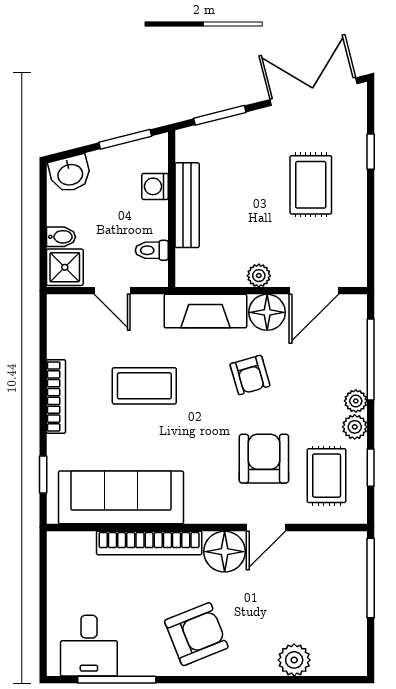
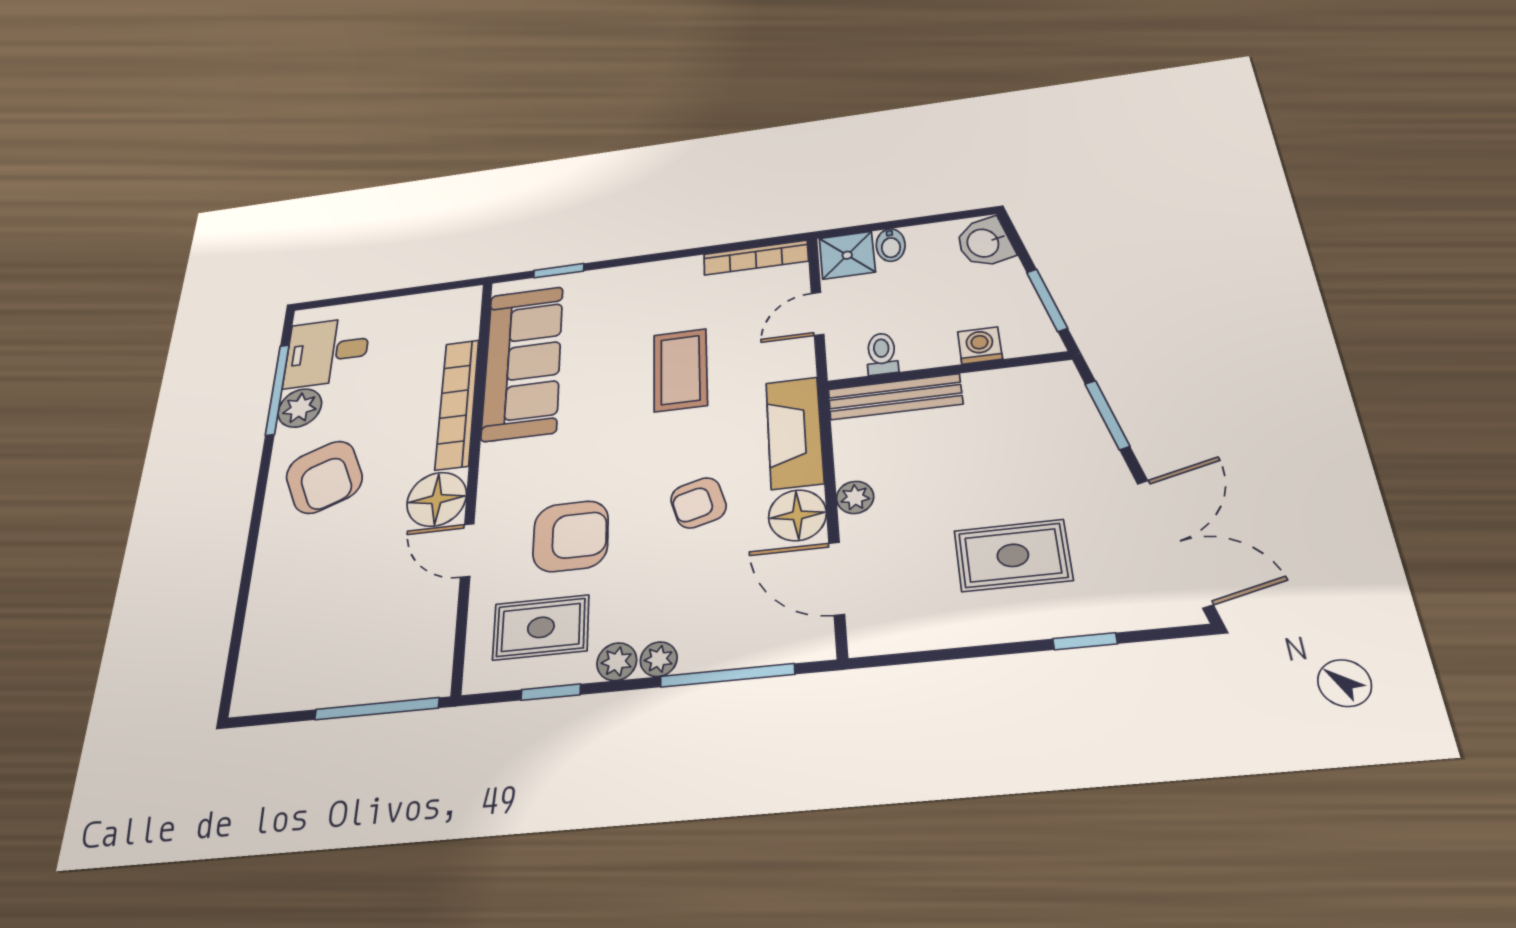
bench: (187, 205) -> (895, 397), moved
bookcase: (56, 396) -> (756, 258), moved
plant: (294, 660) -> (300, 408), moved

